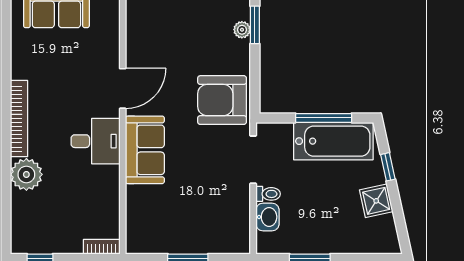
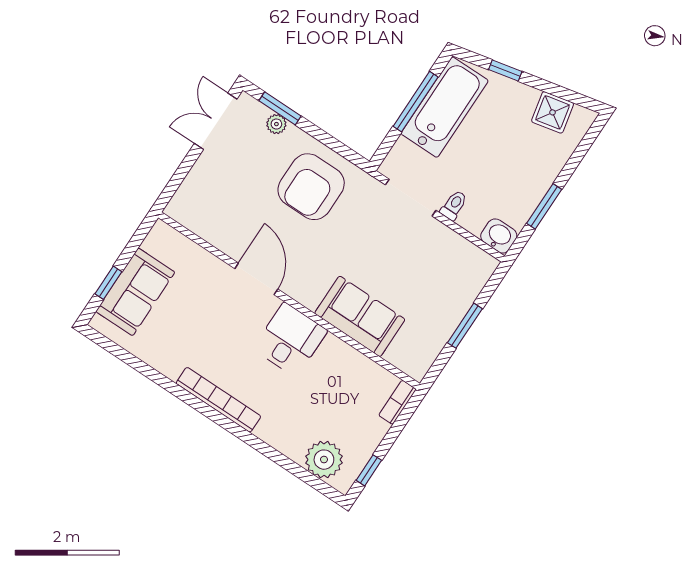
armchair: (222, 100) -> (311, 187), moved
sofa: (145, 150) -> (360, 316), moved
plant: (26, 174) -> (324, 460), moved
shower: (376, 201) -> (553, 112), moved
washbasin: (267, 217) -> (499, 236), moved

